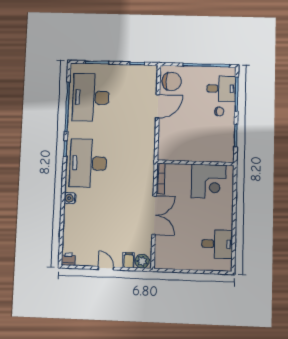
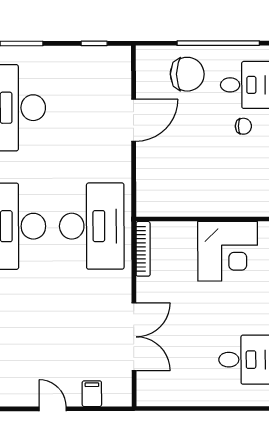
chair: (172, 81) -> (187, 74), moved
desk: (132, 165) -> (92, 226), added
double door: (154, 215) -> (134, 337), moved
plant: (142, 261) -> (115, 394), removed

